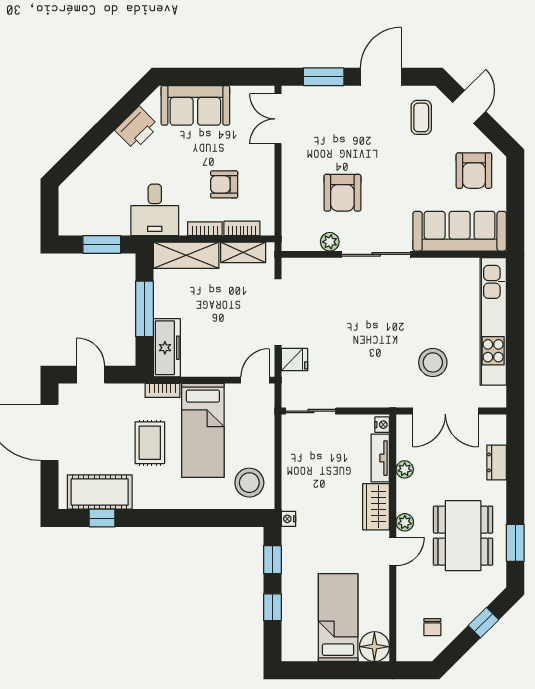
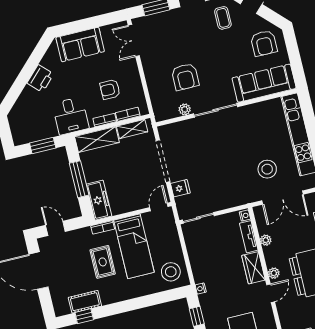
printer: (137, 128) -> (40, 79), moved
cot: (100, 492) -> (85, 302), width x0.73, depth x0.75

